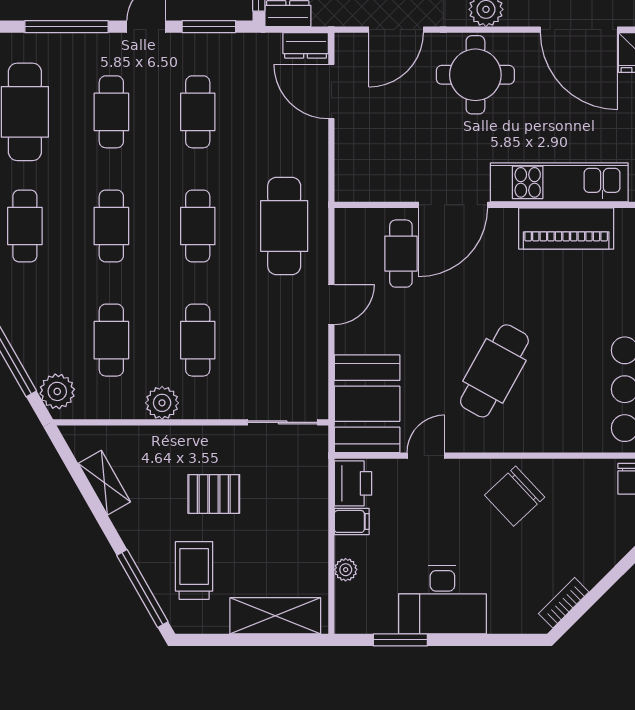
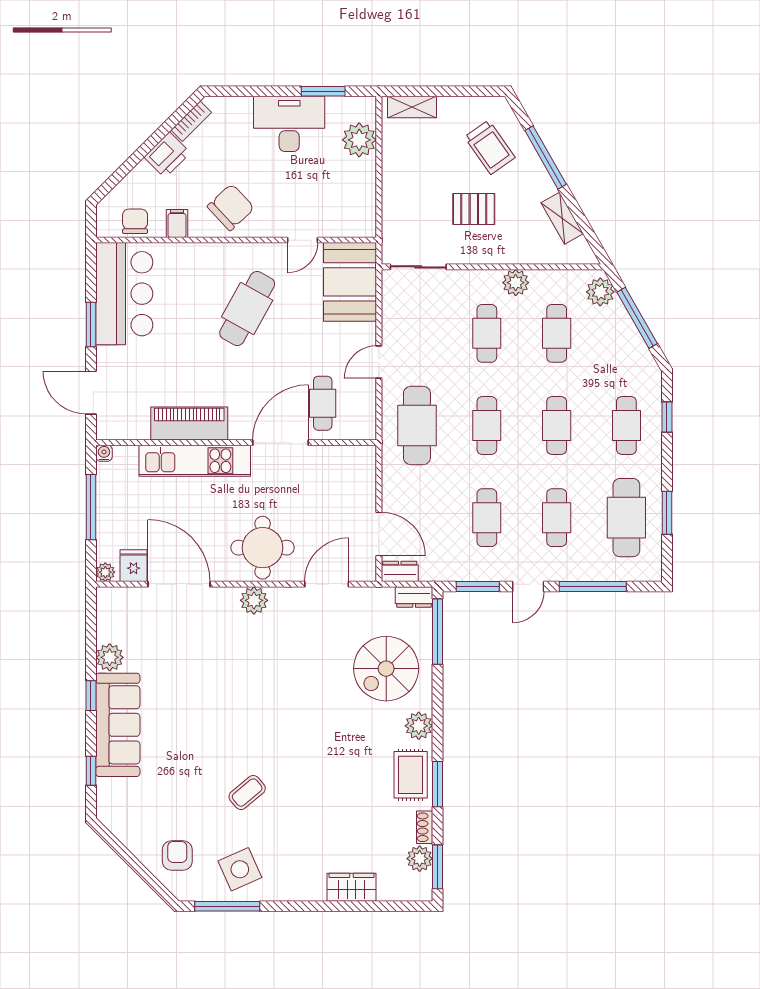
printer: (353, 483) -> (167, 155), moved, turned -135
filing cabinet: (352, 521) -> (177, 223), moved, turned 90
trolley: (194, 570) -> (490, 147), turned -35
plant: (346, 570) -> (359, 140), width x1.88, depth x1.88
window: (142, 588) -> (546, 157), moved
shelving: (275, 616) -> (412, 107), width x0.67, depth x0.75

